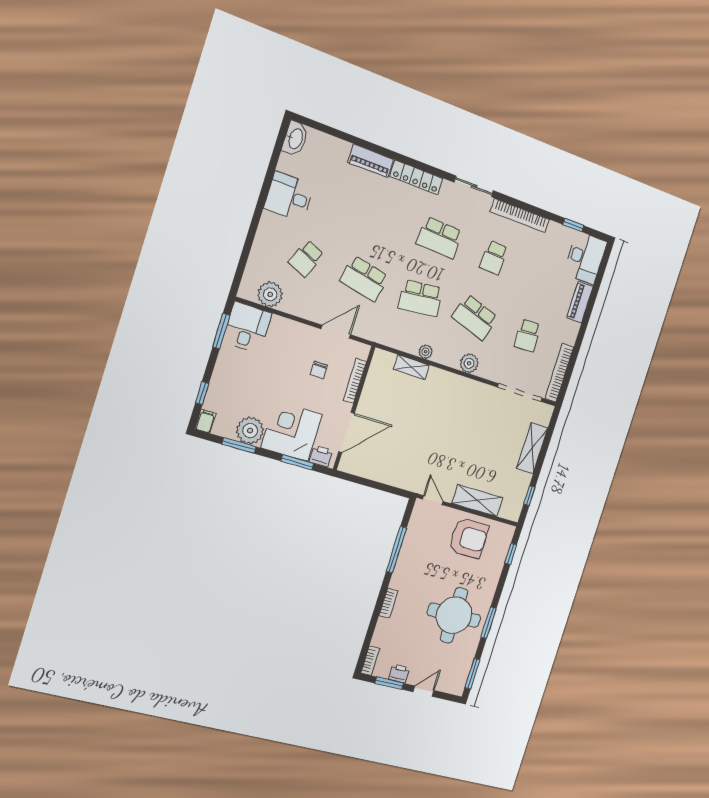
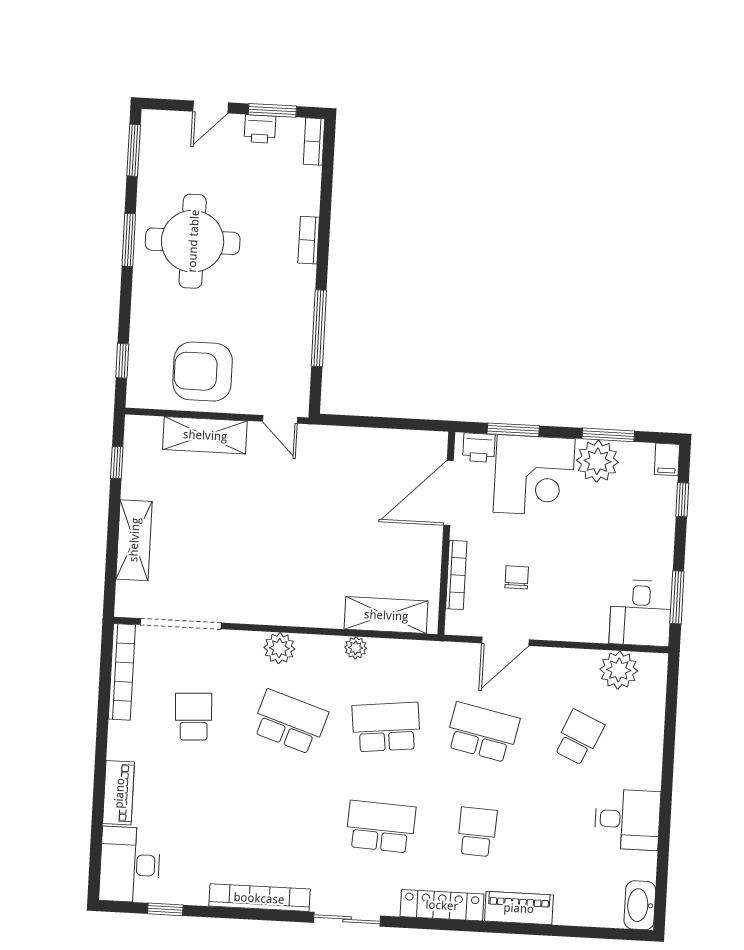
school desk: (494, 258) -> (477, 832), moved
shelving: (411, 367) -> (386, 615), width x1.50, depth x1.33

